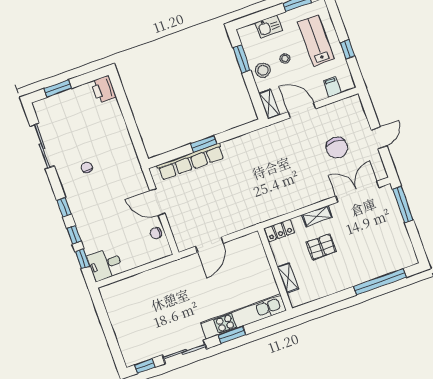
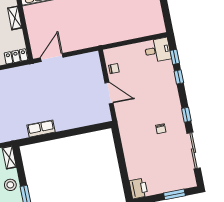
window: (204, 144) -> (66, 134), removed
row of seats: (191, 162) -> (41, 129), moved, width x0.50
window: (64, 207) -> (186, 115), moved
door: (209, 245) -> (52, 58), moved

